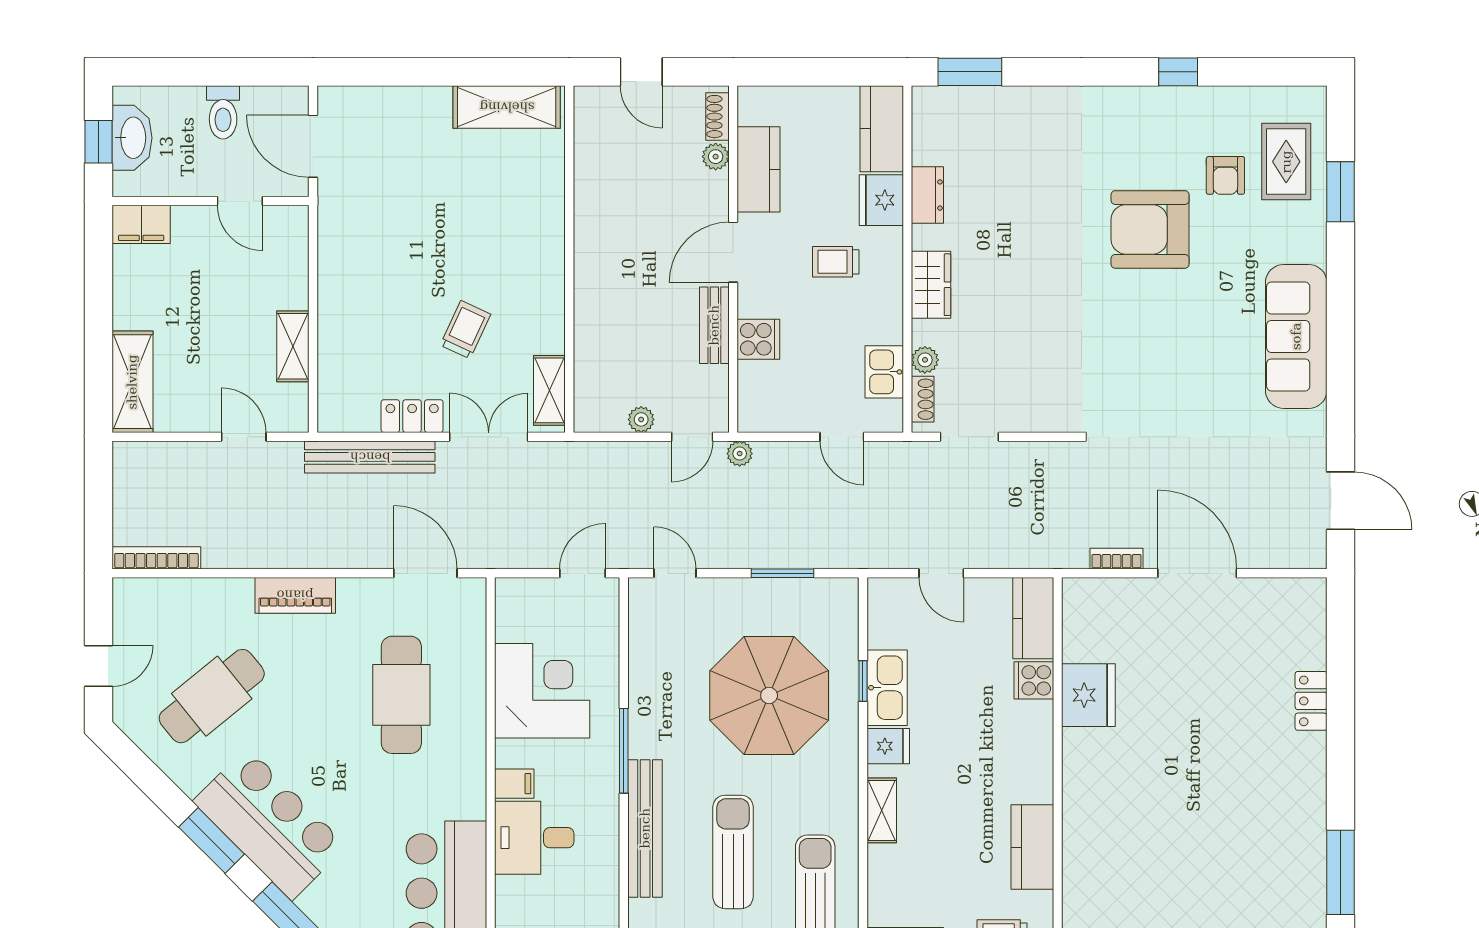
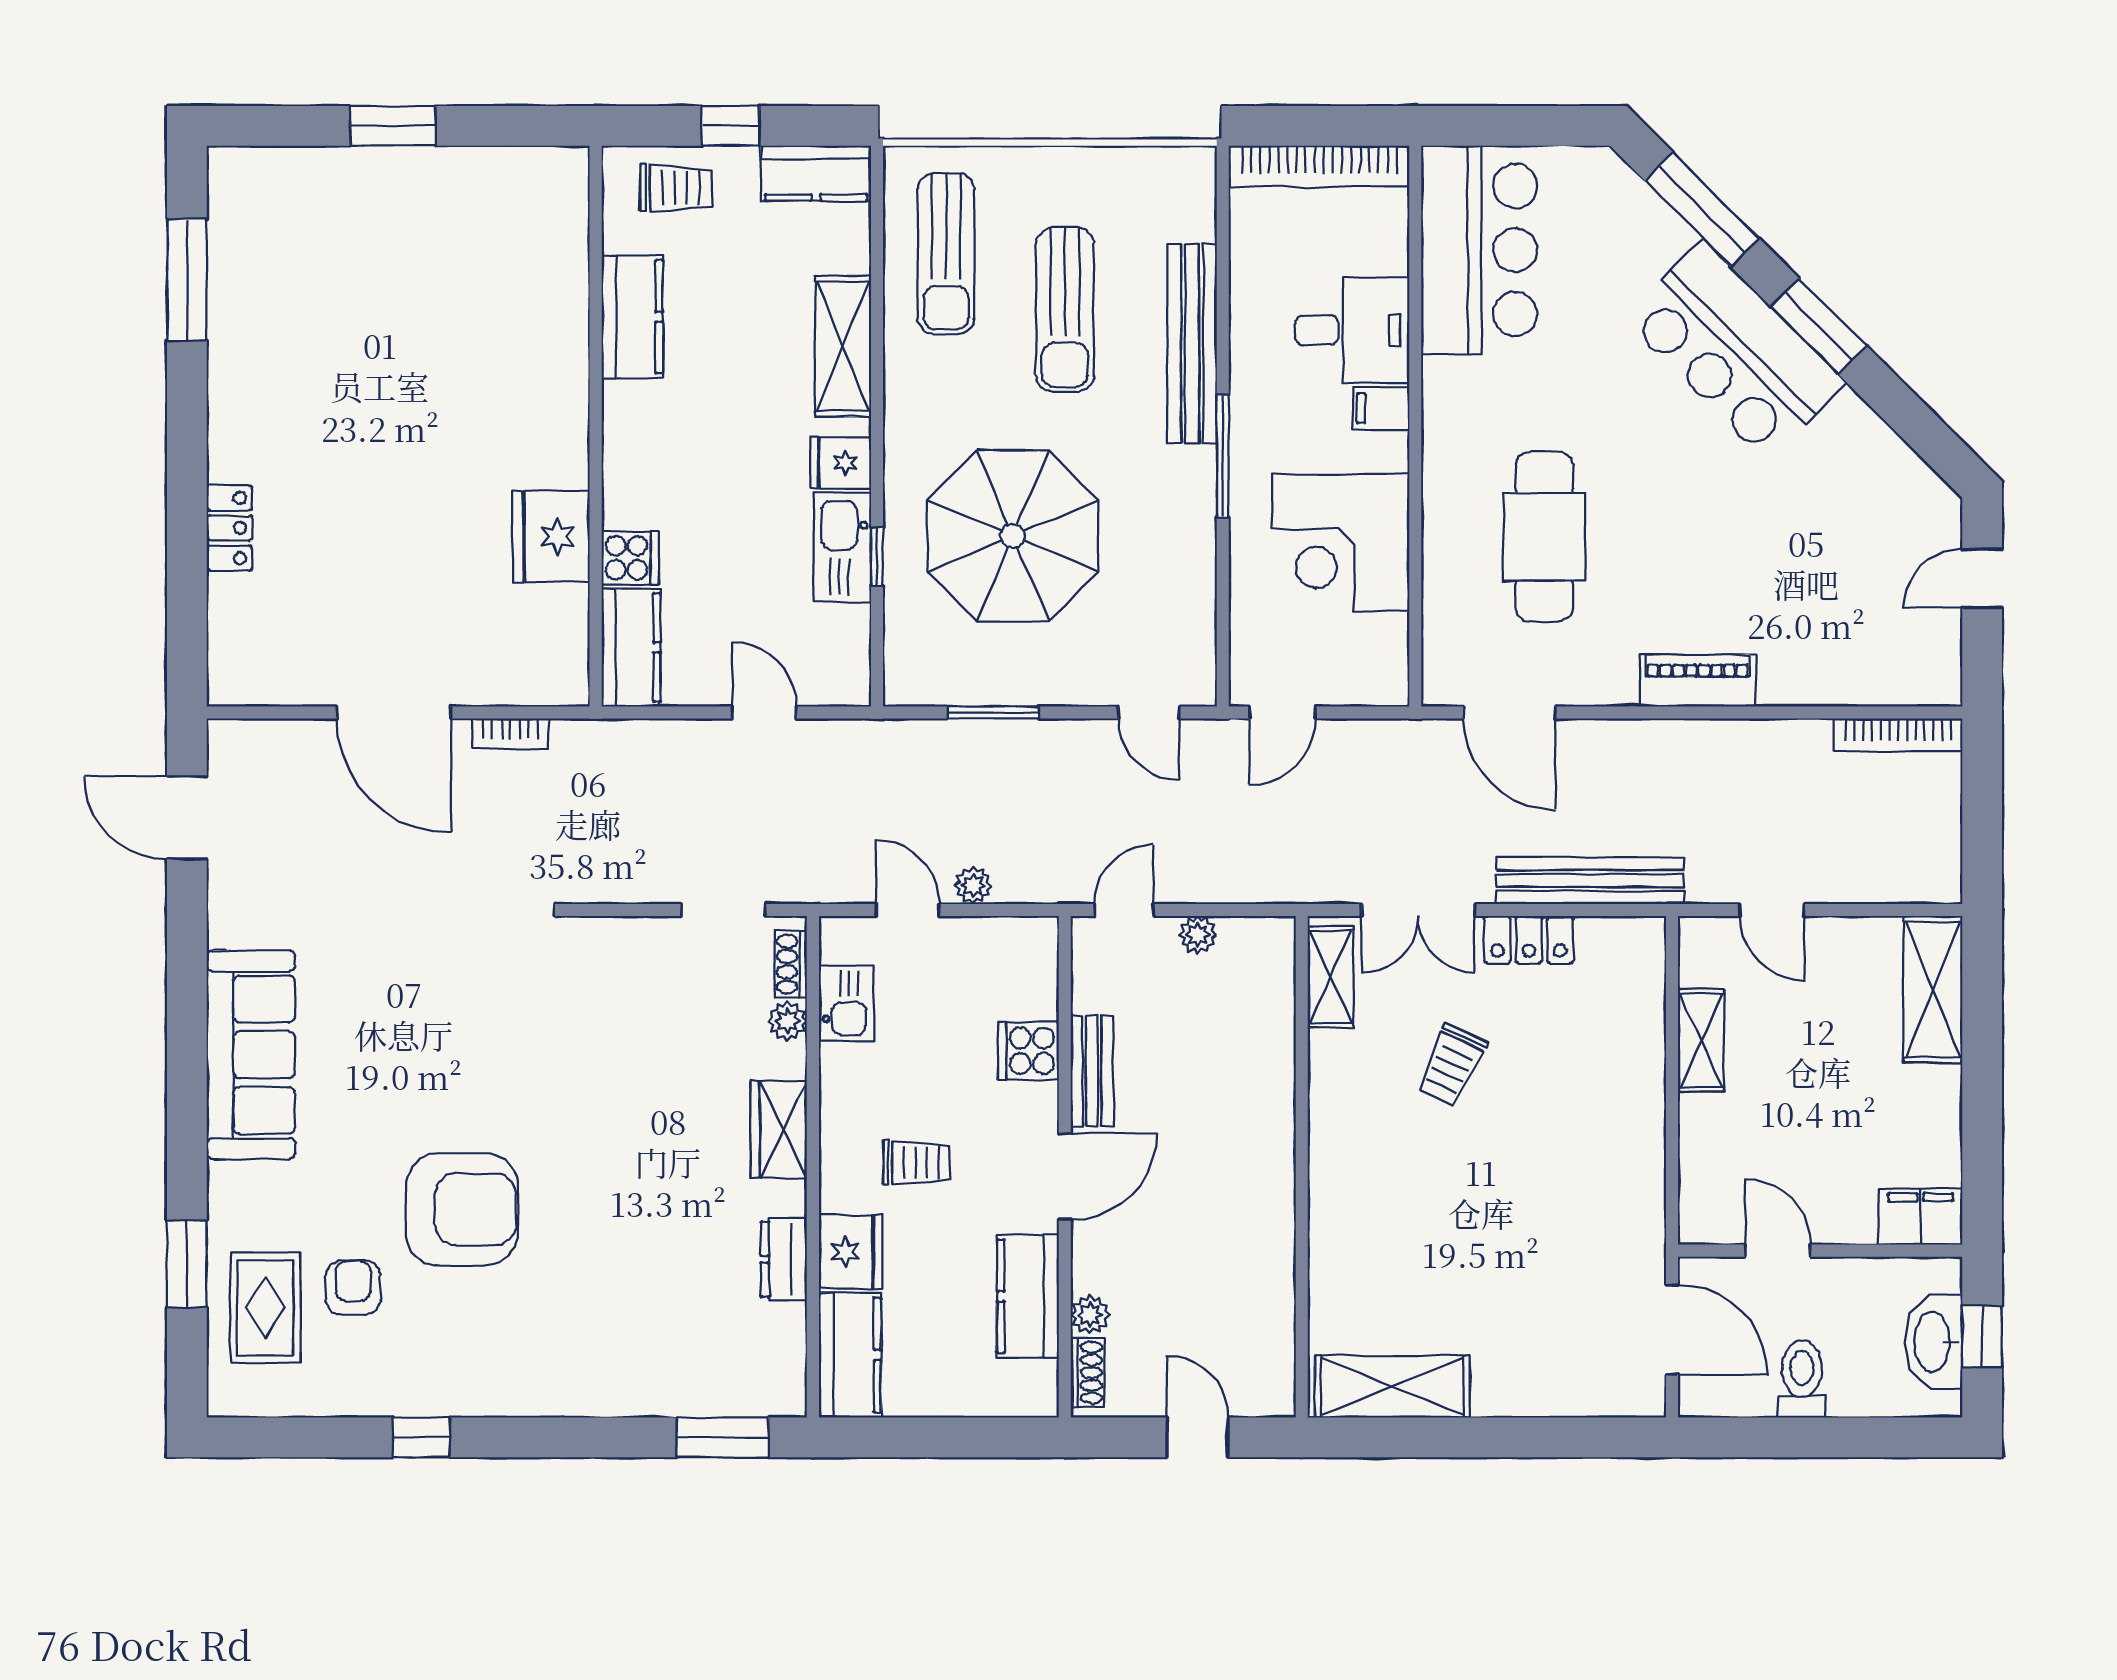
plant: (740, 454) -> (973, 886), moved
cafe table: (212, 696) -> (1818, 535), removed
shelving: (882, 810) -> (843, 346), width x1.50, depth x1.33

